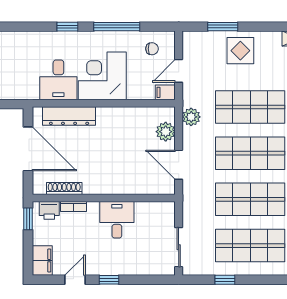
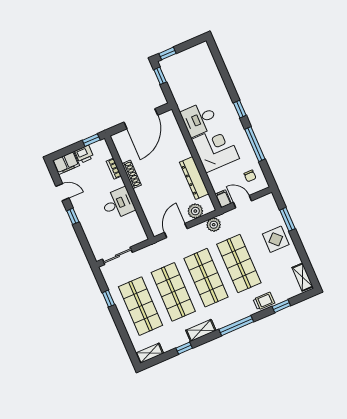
dresser: (69, 116) -> (194, 178), moved
shoe rack: (64, 188) -> (132, 174), moved
printer: (49, 210) -> (84, 154), moved, turned -90

